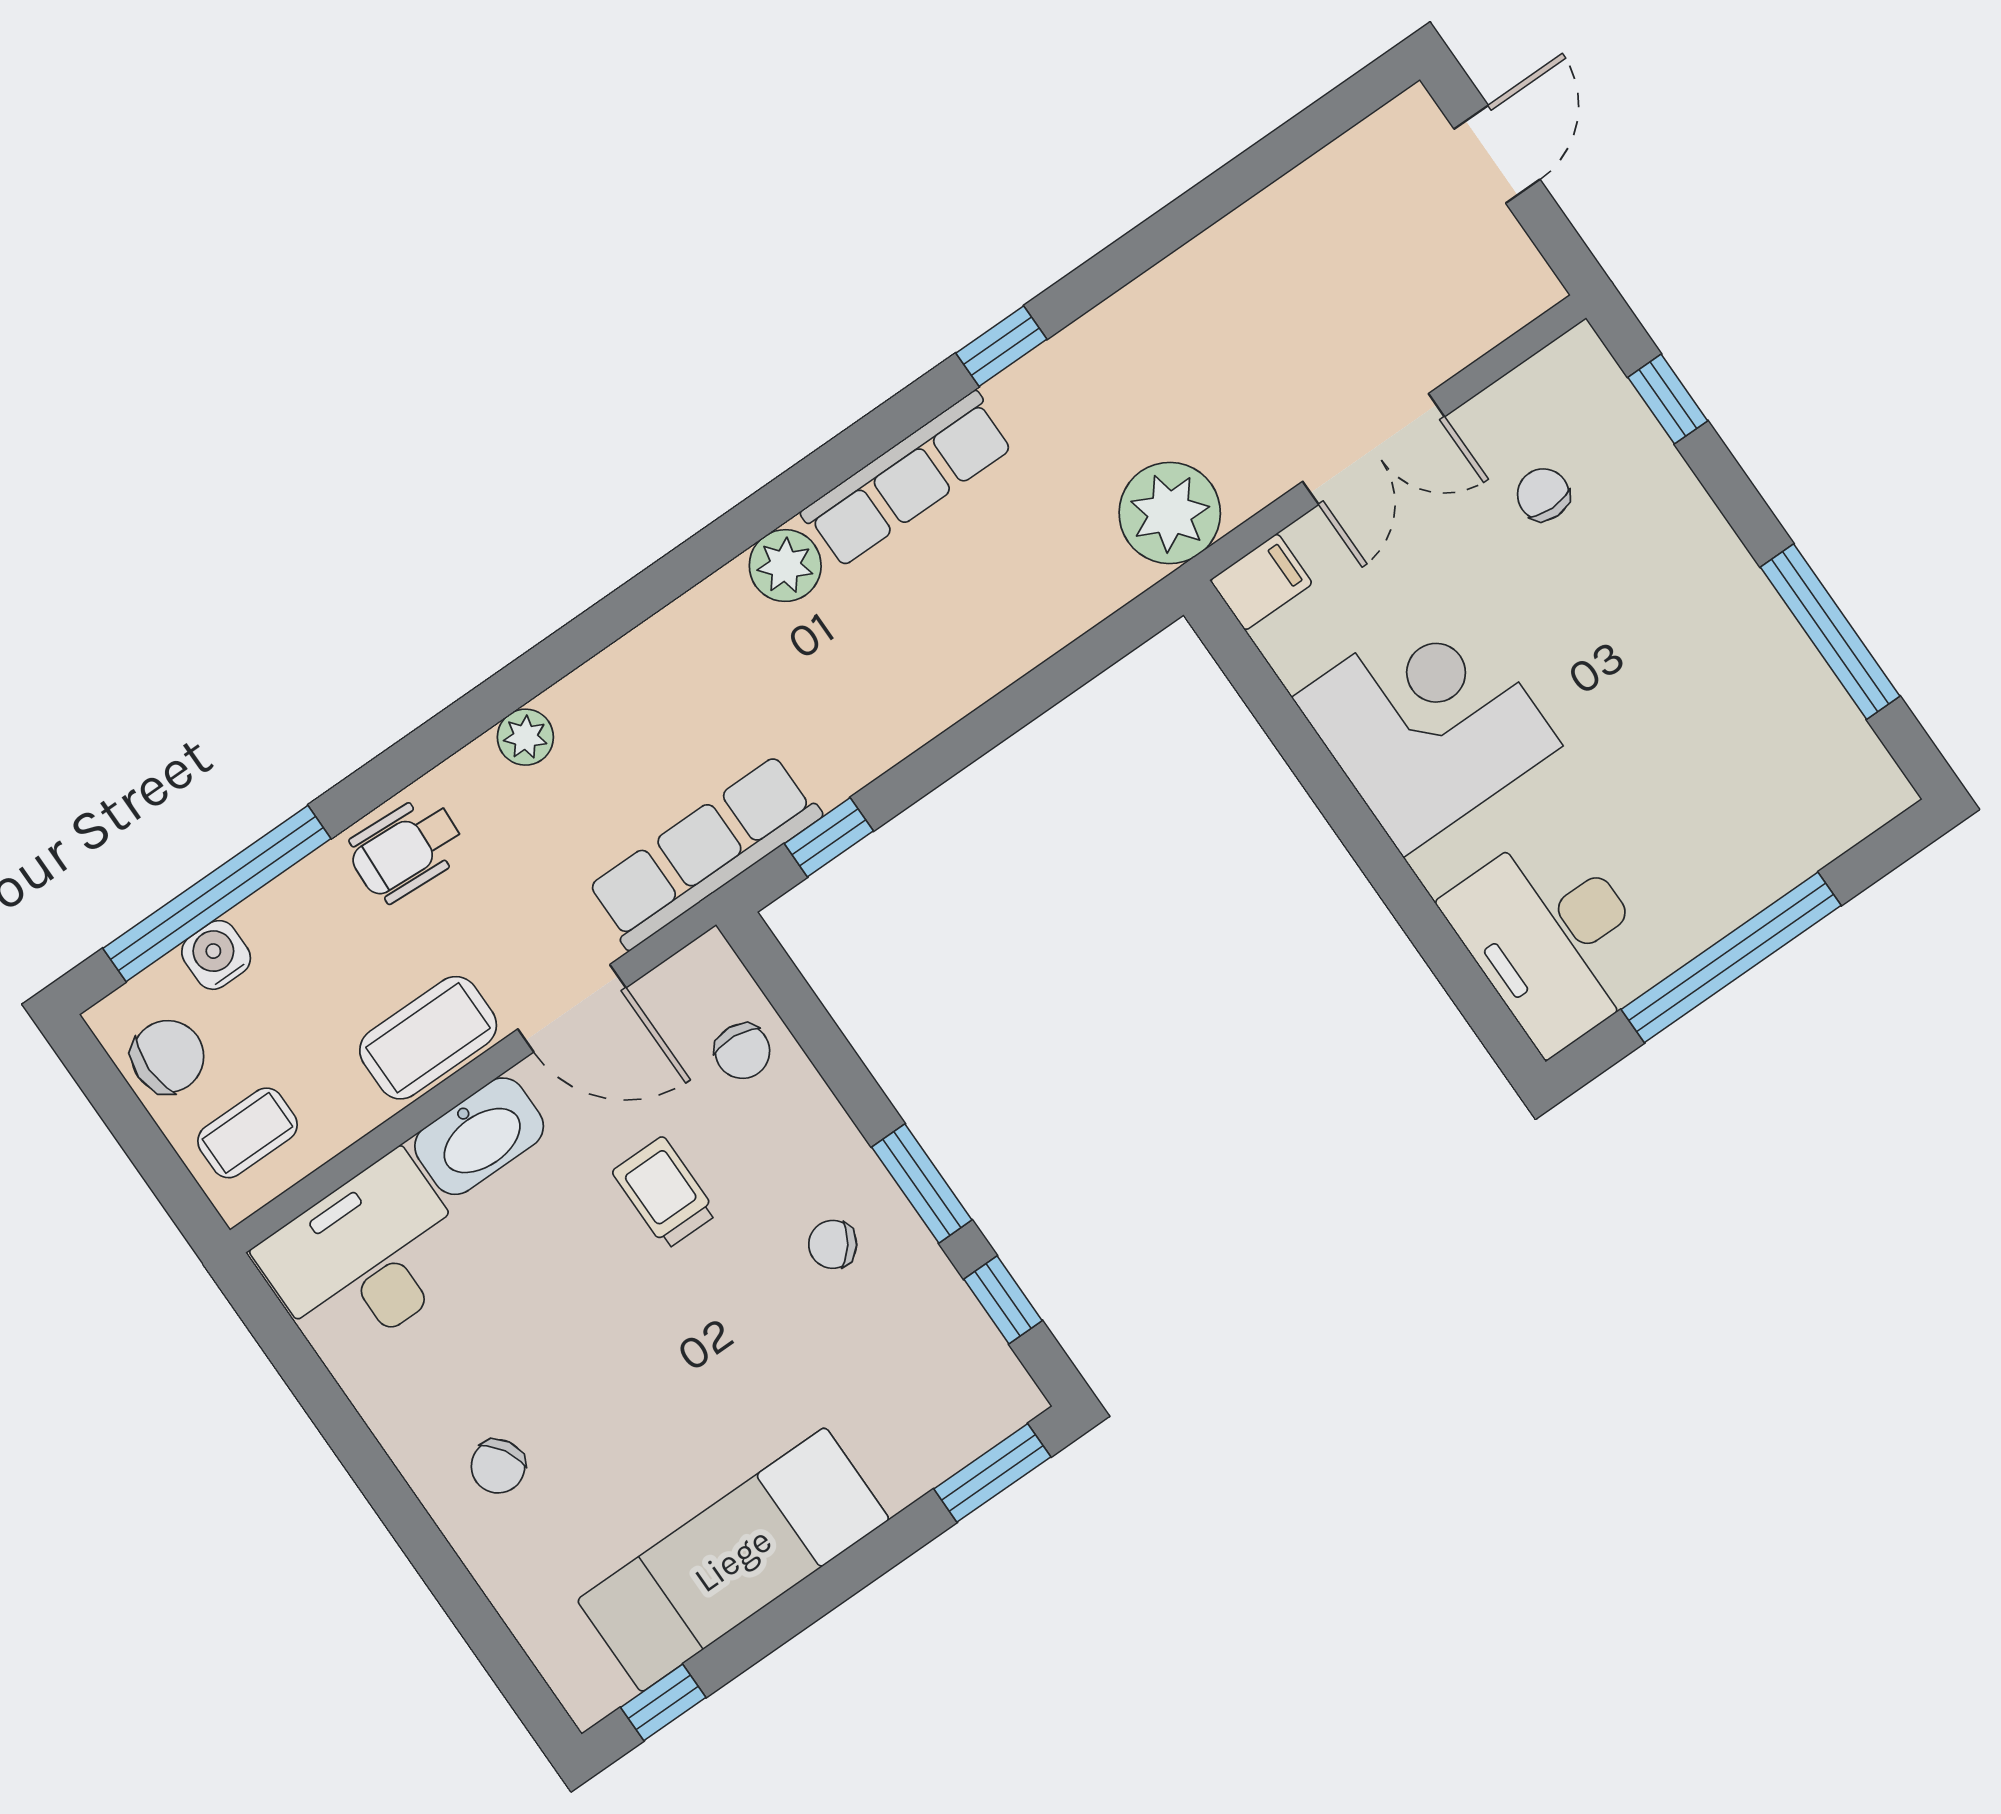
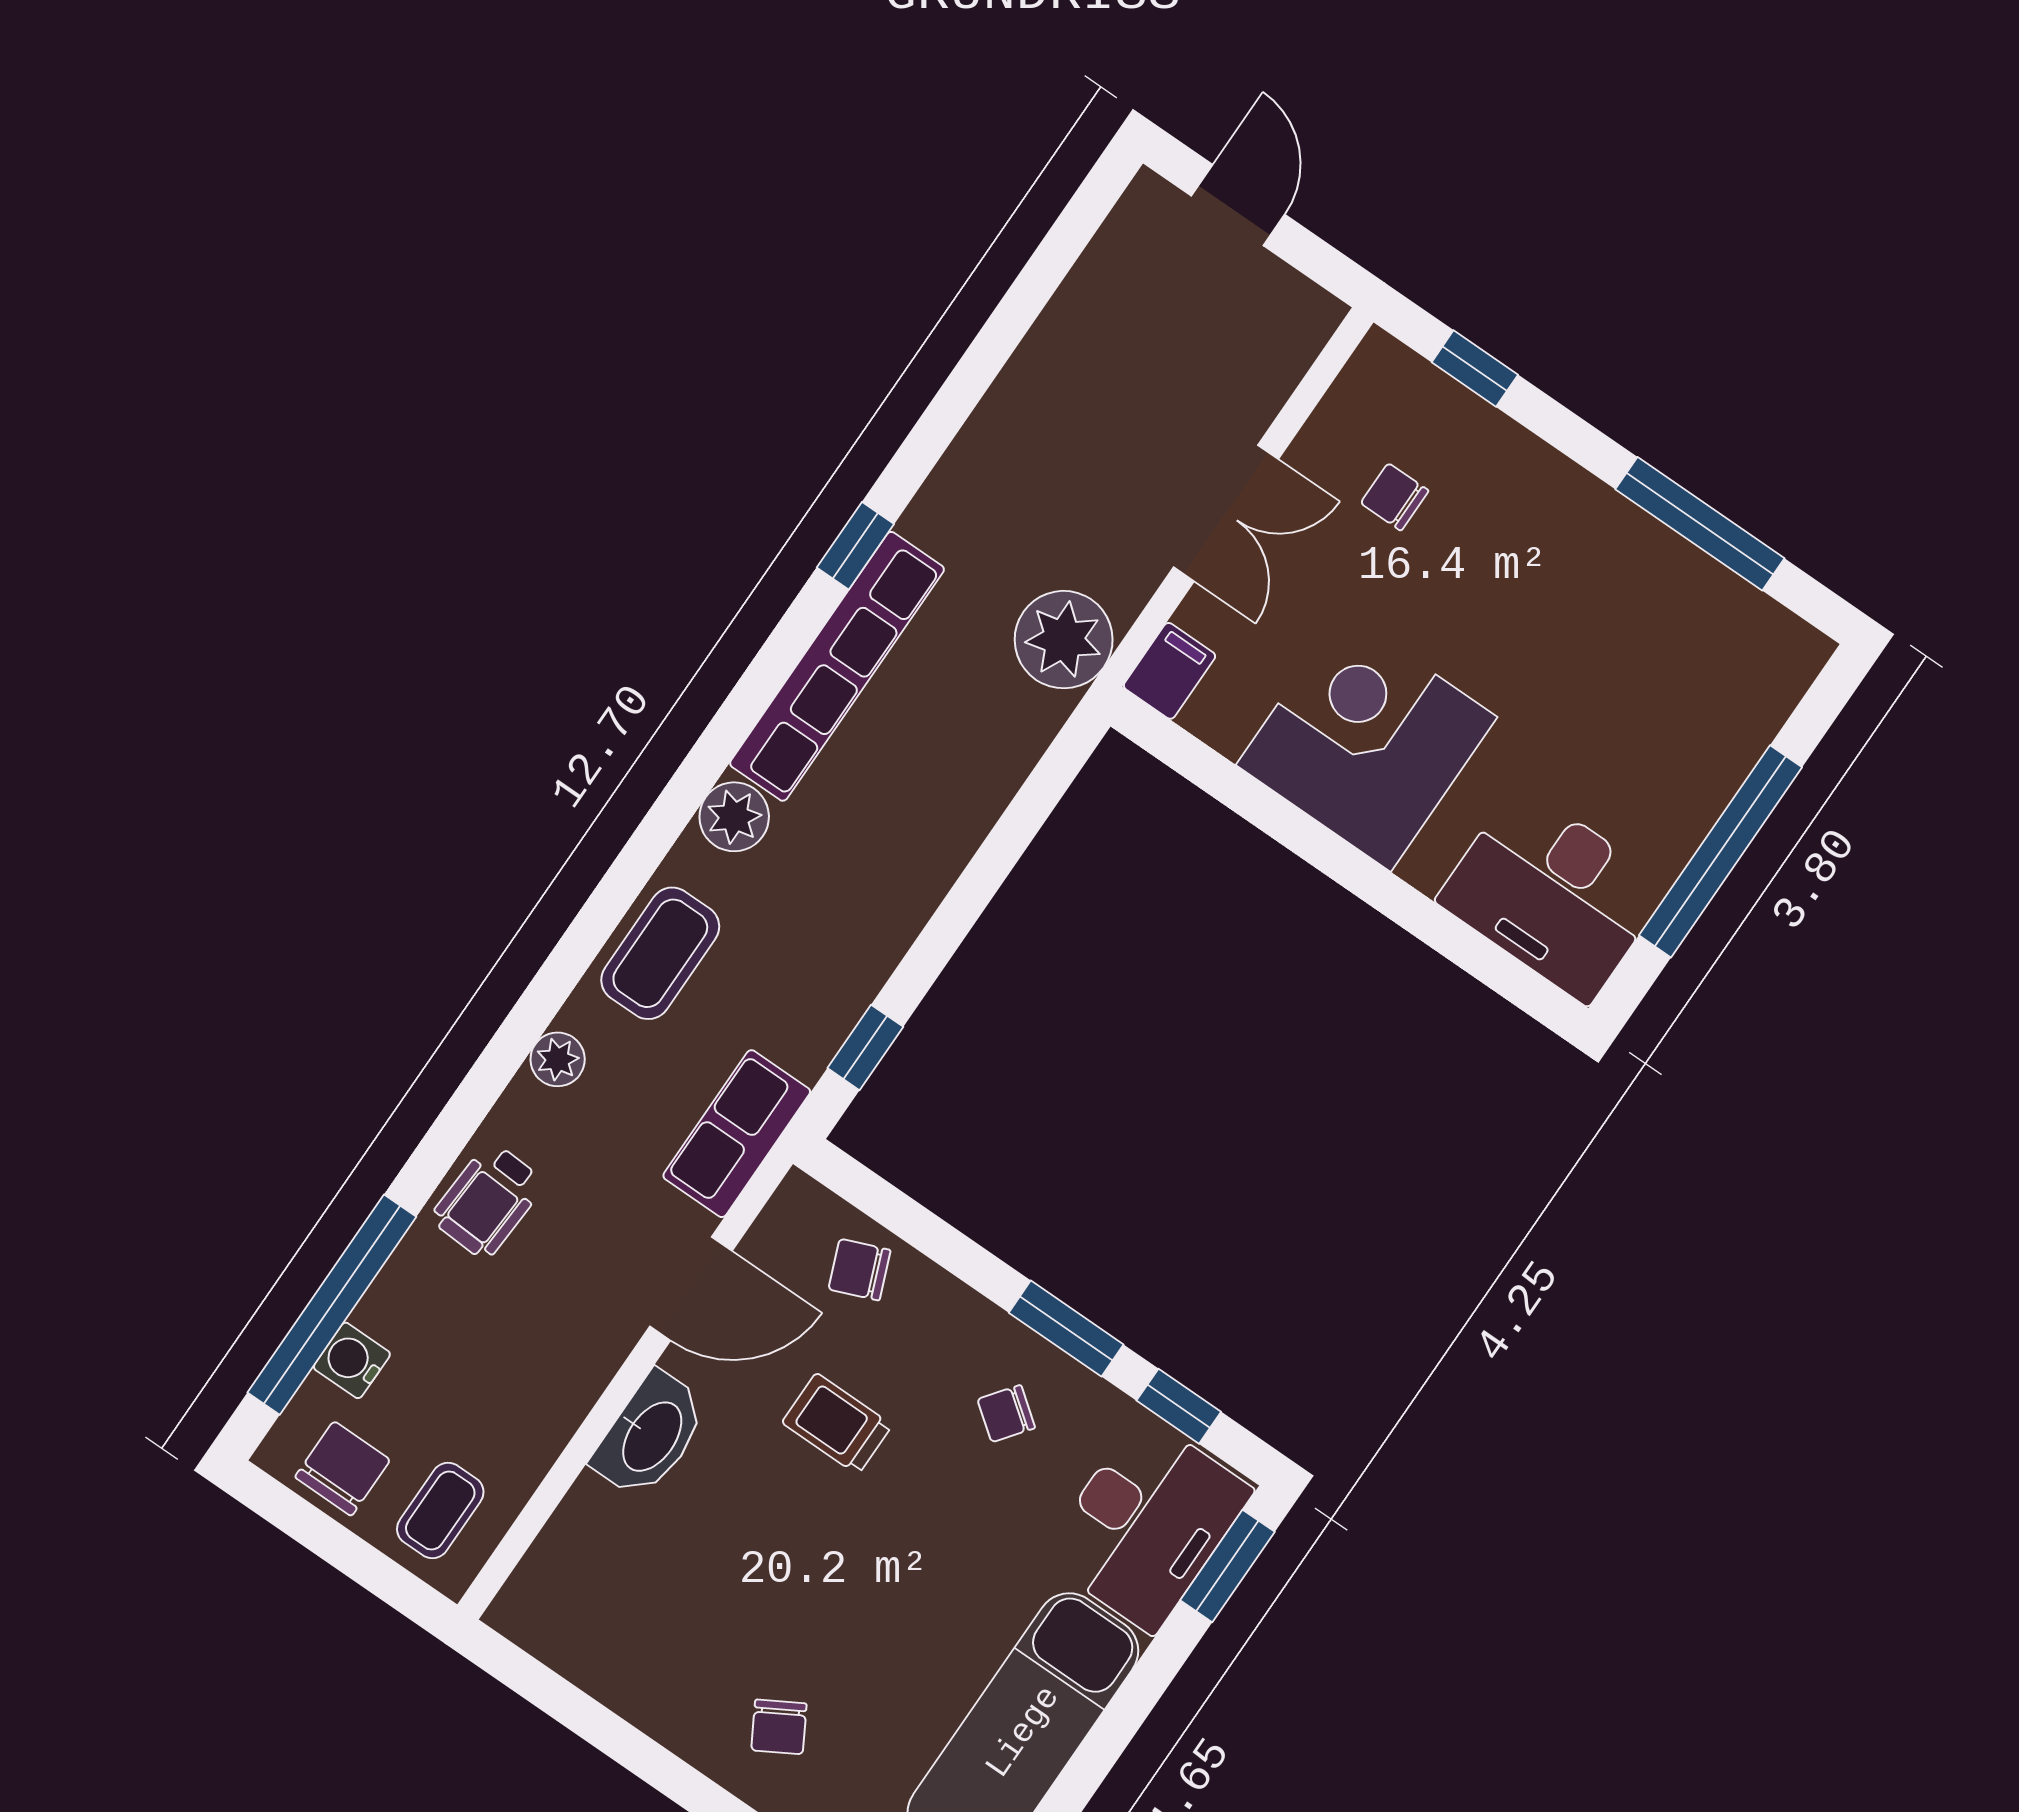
row of seats: (907, 479) -> (837, 666), width x1.36
row of seats: (704, 852) -> (737, 1134), width x0.68
coffee table: (428, 1038) -> (660, 953), moved
chair: (742, 1051) -> (860, 1270), turned 153
desk: (367, 1258) -> (1147, 1524), moved, turned 180

